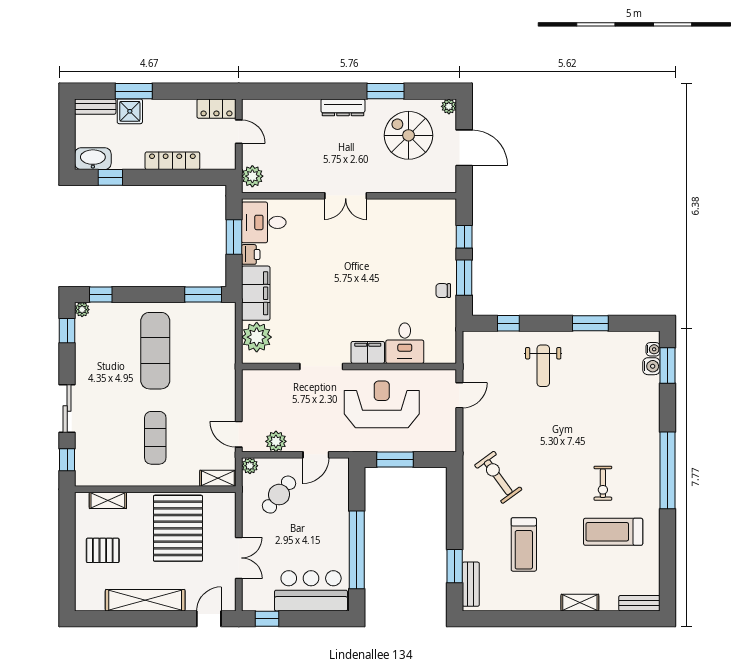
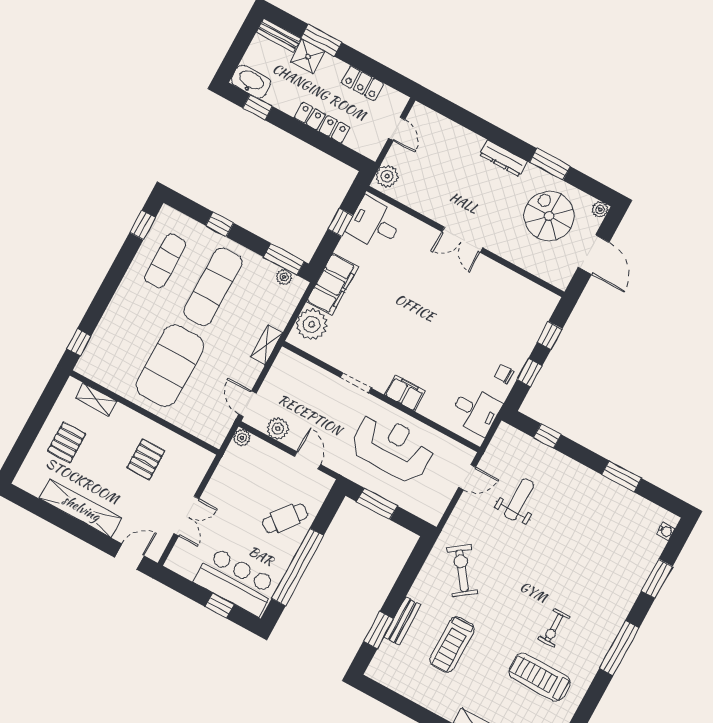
locker: (216, 109) -> (362, 83), moved
window: (234, 237) -> (340, 222), width x0.67
printer: (251, 254) -> (347, 246), removed
window: (464, 278) -> (530, 373), width x0.67
window: (101, 294) -> (220, 224), moved
plant: (82, 310) -> (284, 277), moved
desk: (405, 343) -> (476, 411), moved, turned -90
exercise mat: (103, 351) -> (165, 261), added
doorway: (321, 366) -> (356, 383), width x0.73
weight bench: (543, 366) -> (519, 499), moved, turned 180
water cooler: (651, 366) -> (656, 545), removed
window: (668, 366) -> (657, 579), moved
sliding door: (67, 409) -> (104, 296), removed
exercise mat: (155, 438) -> (170, 366), width x2.00, depth x1.45
door: (316, 455) -> (307, 460), swing flipped
window: (668, 470) -> (619, 648), width x0.68
shelving: (218, 478) -> (266, 345), moved, turned 90
cafe table: (279, 495) -> (285, 518), moved
pallet: (178, 528) -> (146, 459), width x0.49, depth x0.50
pallet: (103, 550) -> (67, 442), turned 90
bench: (471, 584) -> (402, 621), moved
window: (267, 619) -> (220, 606), moved

